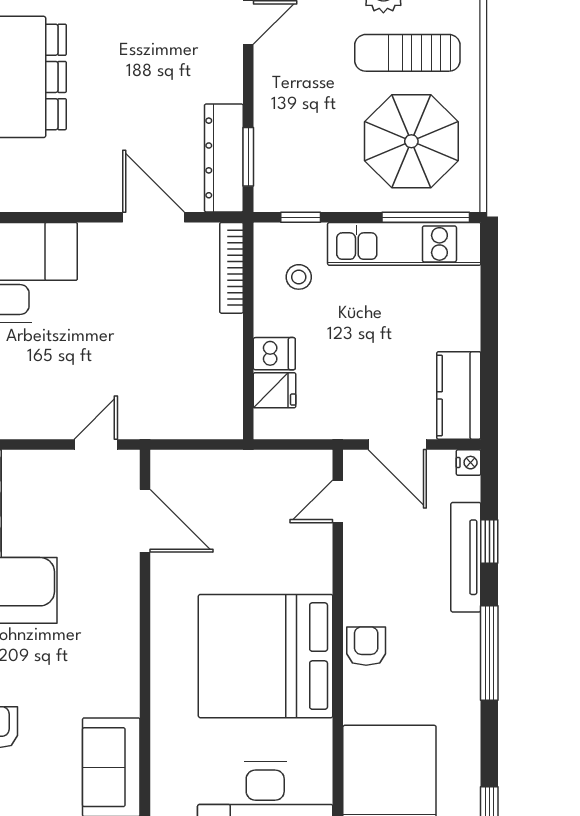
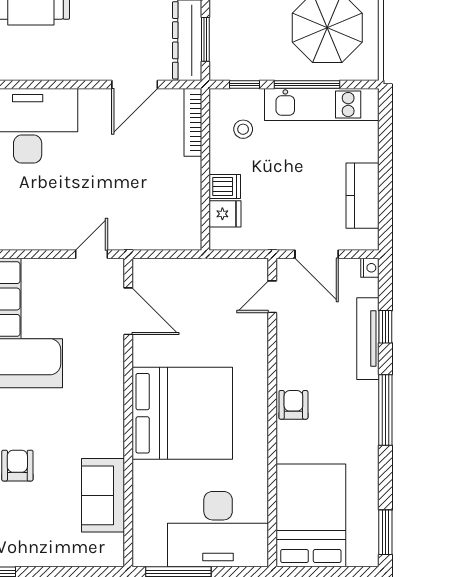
door: (154, 217) -> (135, 85), swing flipped
window: (426, 217) -> (307, 85), moved
kitchen counter: (459, 395) -> (363, 196), moved
bed: (266, 656) -> (182, 413), moved, turned 180

